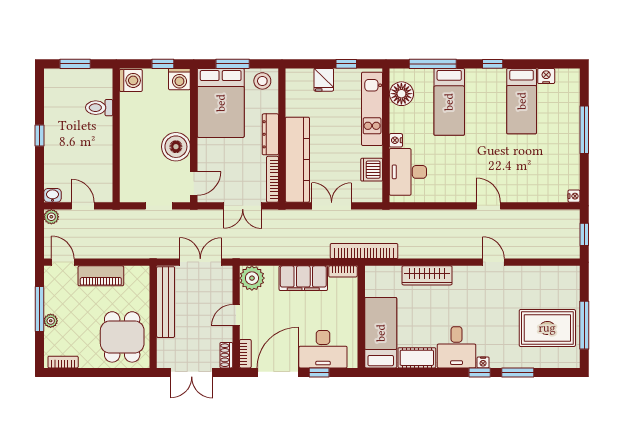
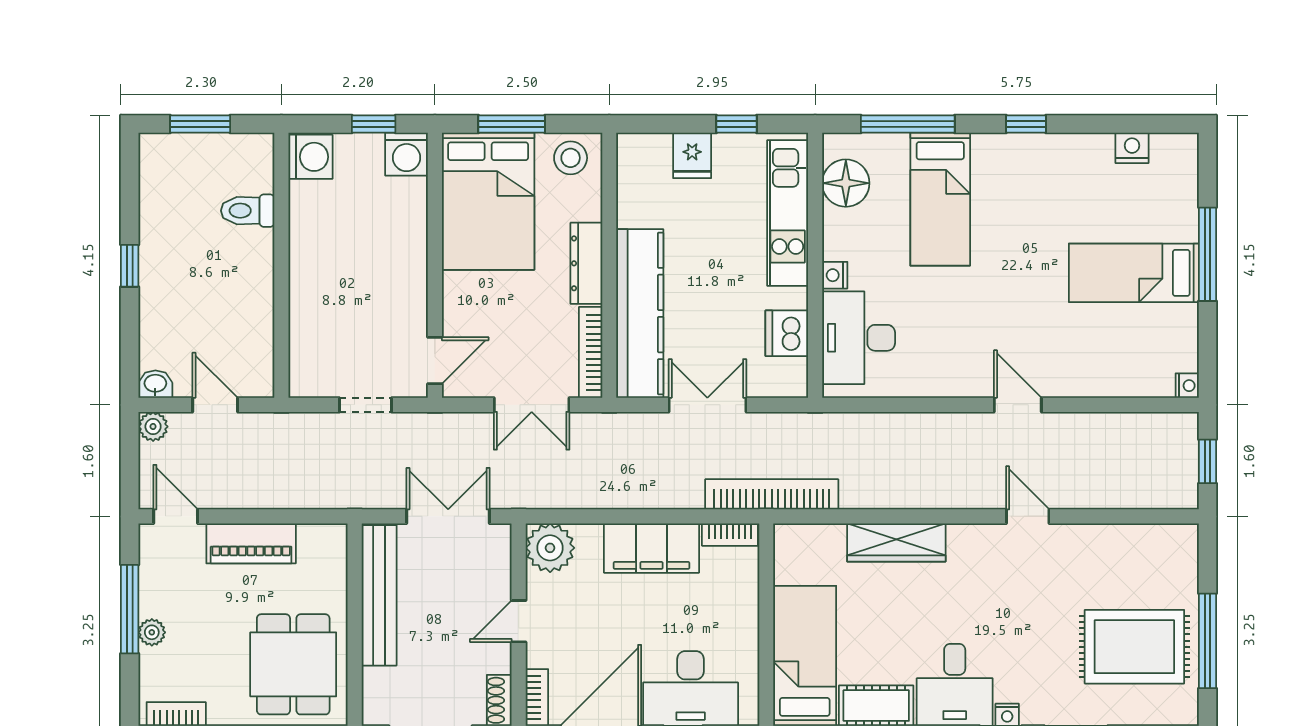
bed: (522, 101) -> (1134, 273), moved, turned 90
boiler: (176, 147) -> (400, 288), removed

